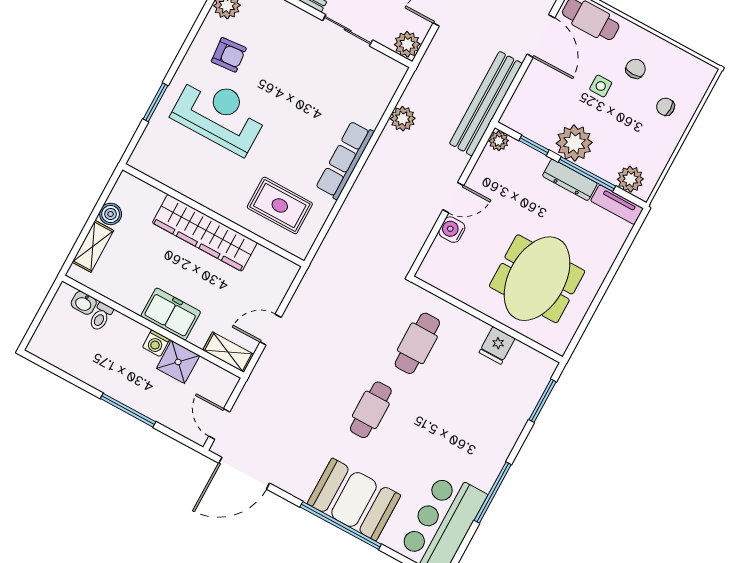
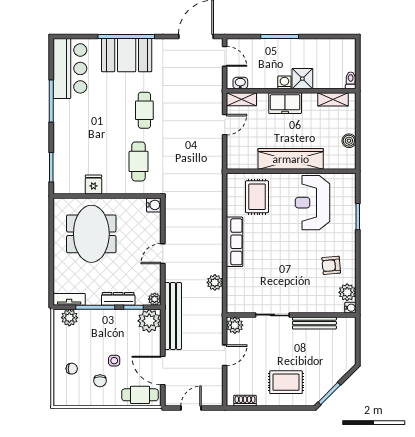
reception desk: (220, 114) -> (312, 203), moved, turned 90
plant: (574, 143) -> (149, 321), moved
dresser: (570, 180) -> (118, 299), moved
rug: (280, 205) -> (257, 197), turned 90
water cooler: (452, 230) -> (154, 205), moved
shelving: (93, 246) -> (333, 99), moved, turned 90
washbasin: (84, 303) -> (240, 83), moved
toilet: (101, 317) -> (351, 80), moved
shower: (178, 362) -> (302, 79), moved

